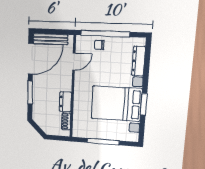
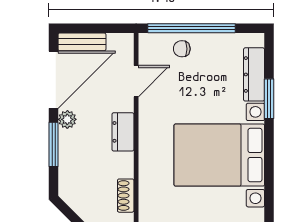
bench: (50, 39) -> (82, 42), width x0.73
plant: (37, 80) -> (67, 119), added
dresser: (65, 102) -> (123, 132), moved
window: (144, 104) -> (269, 99), moved

